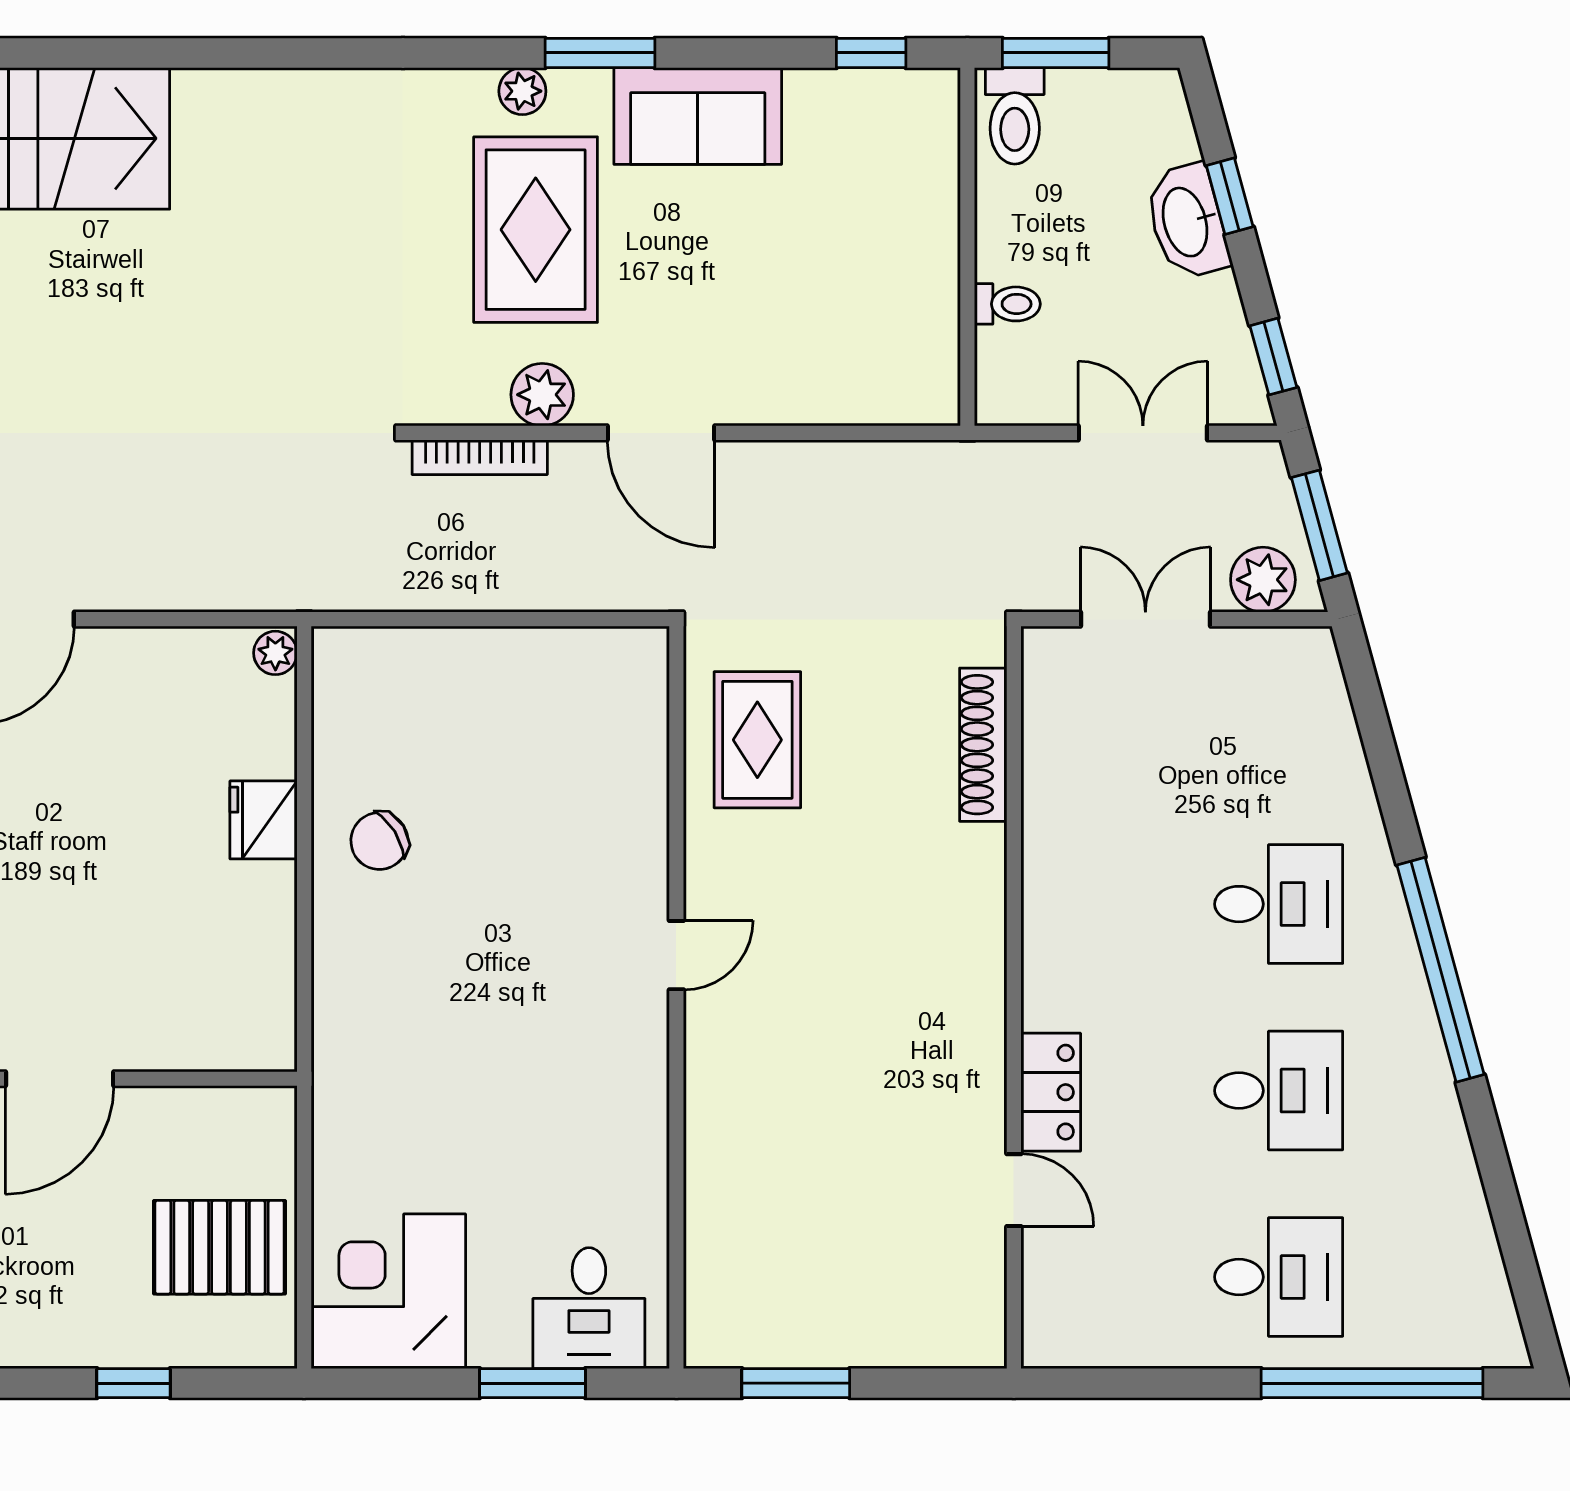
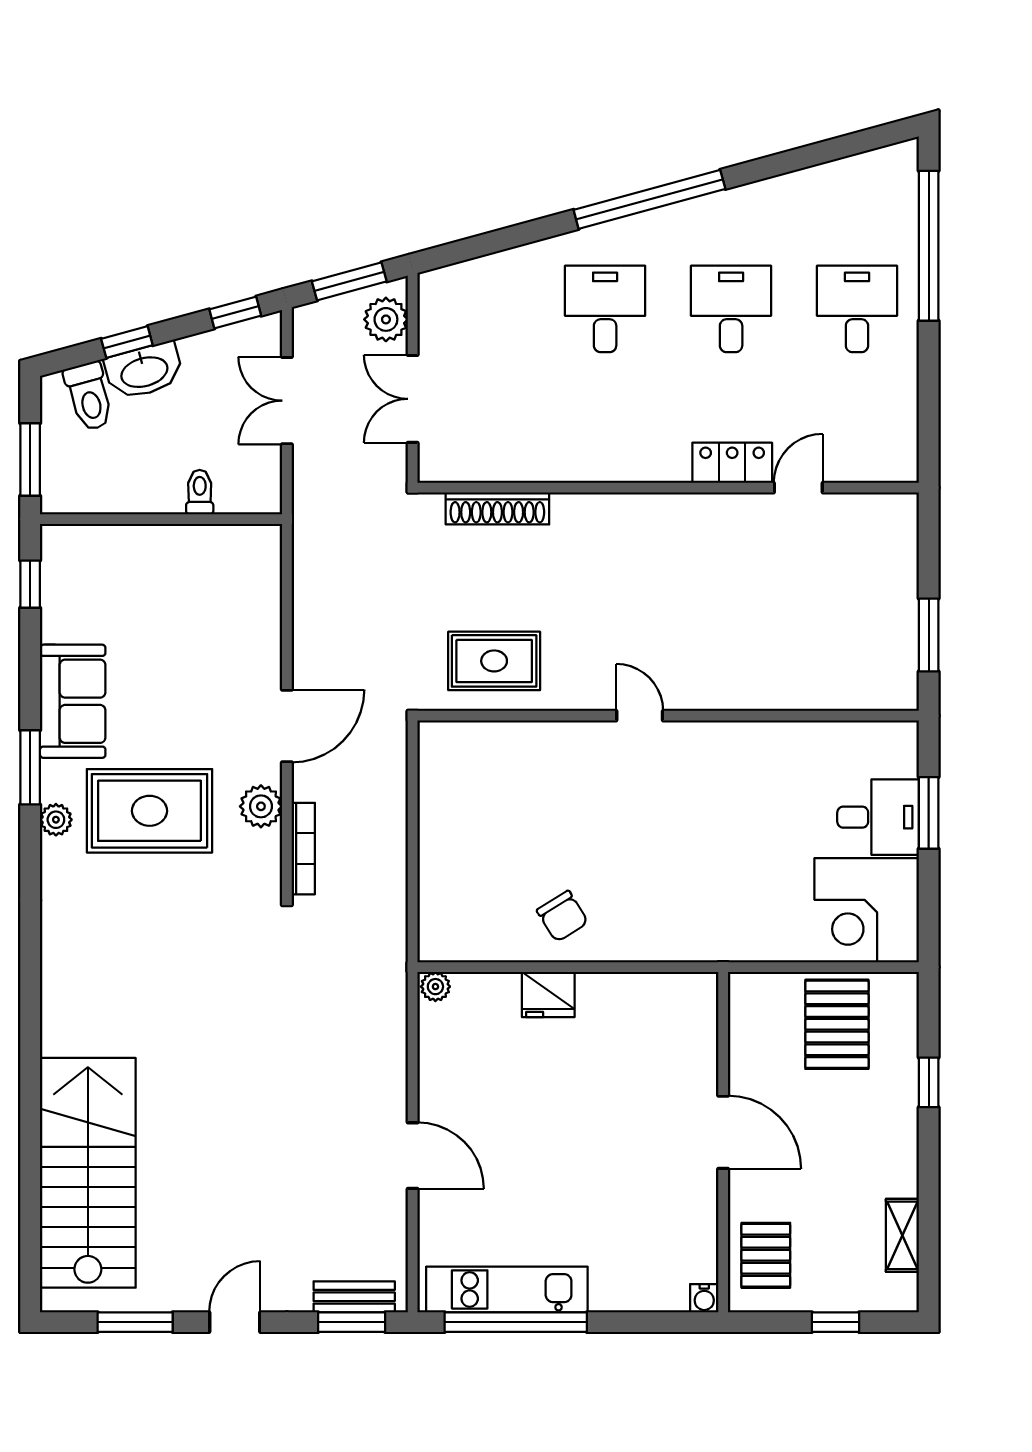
toilet: (1015, 116) -> (89, 396), moved, turned 75
desk: (589, 1308) -> (878, 817), moved

